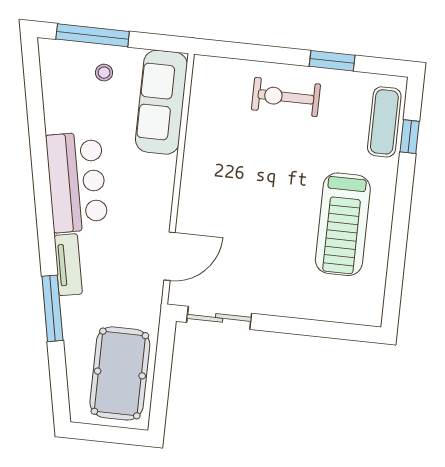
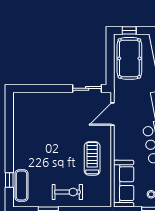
treadmill: (343, 224) -> (92, 158), moved, width x0.73, depth x0.73
window: (114, 435) -> (129, 30), added

